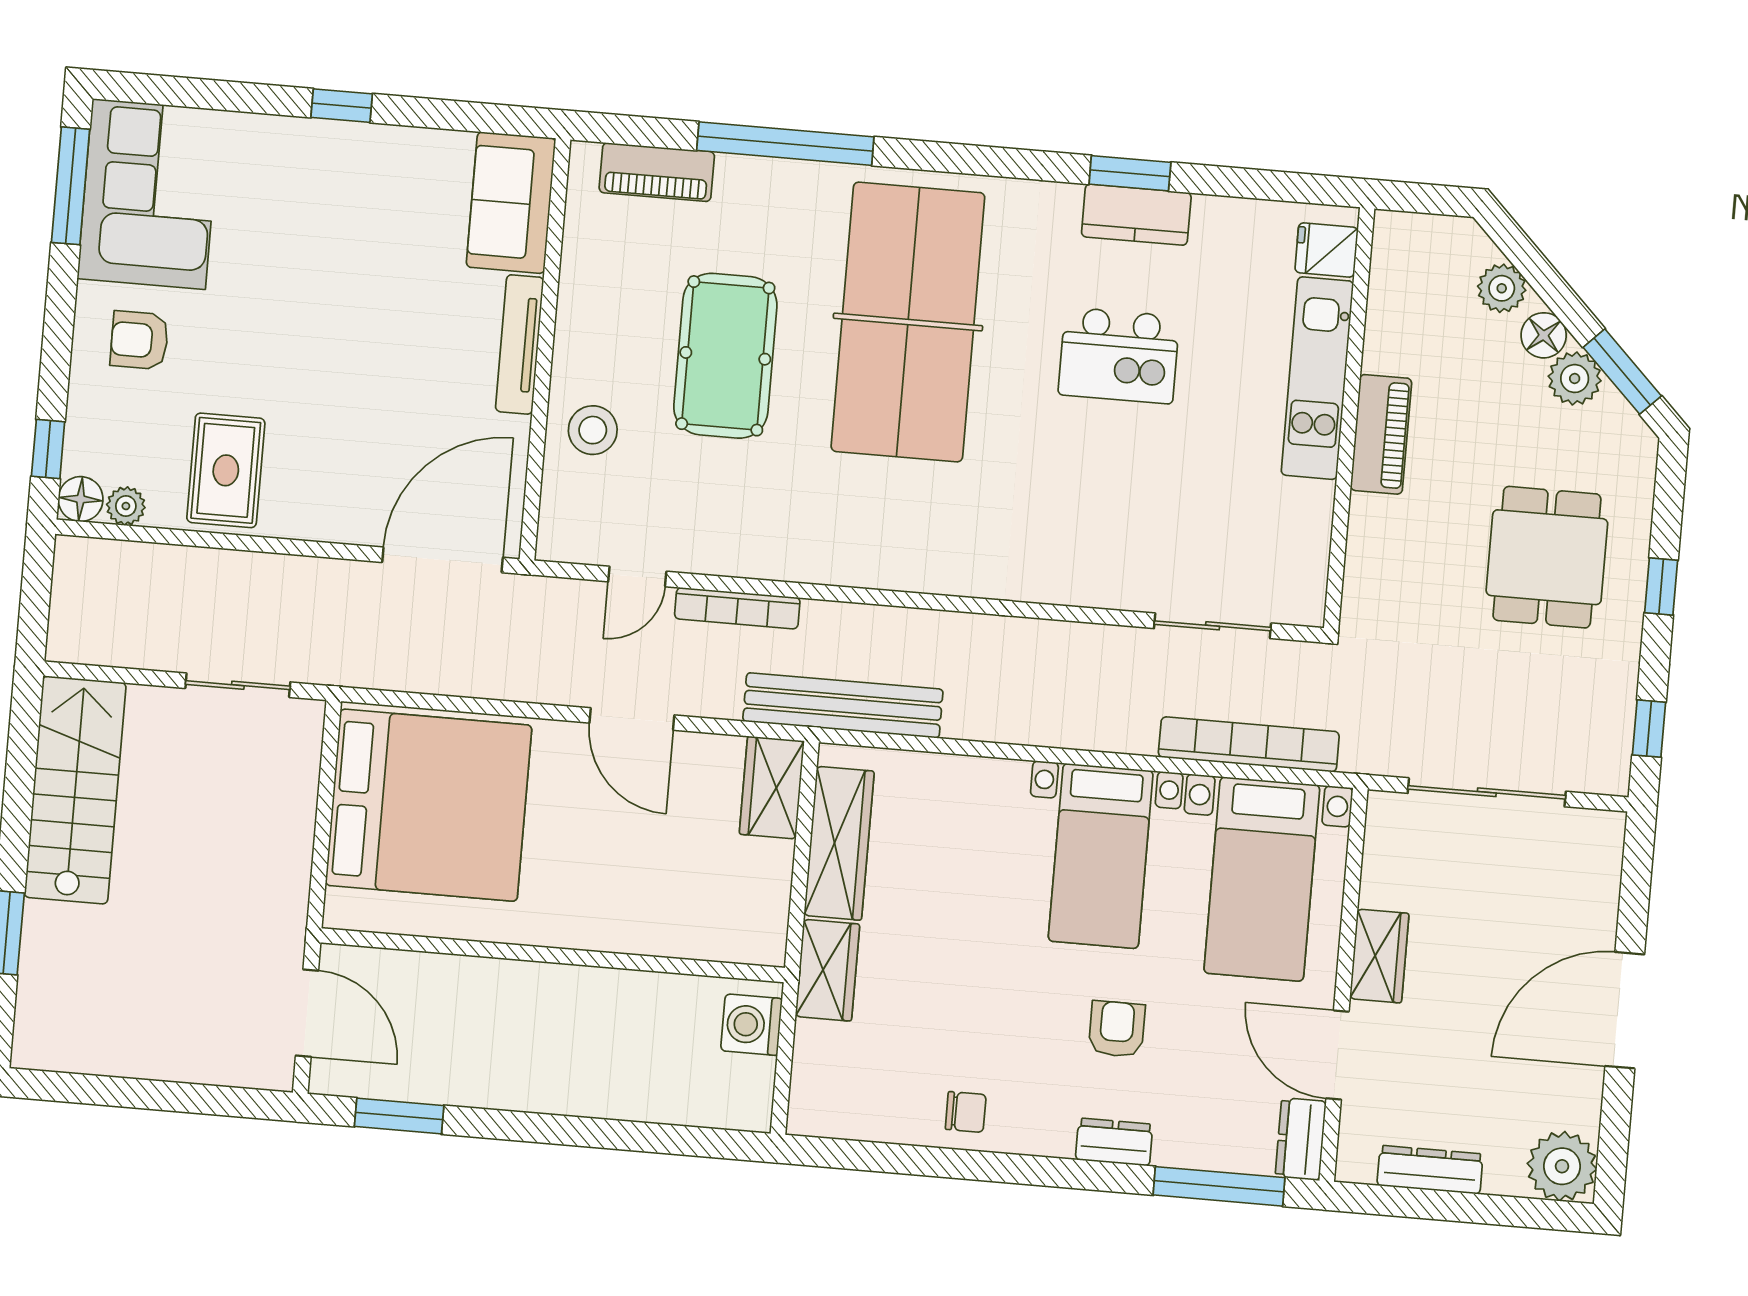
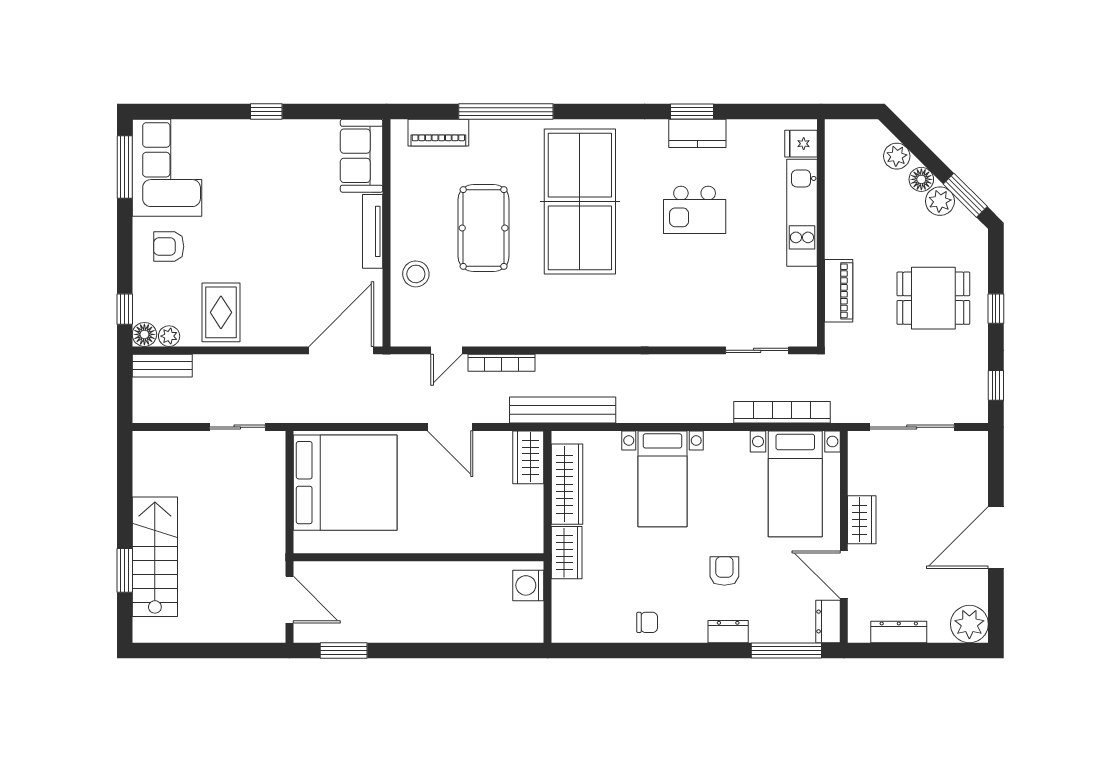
piano: (1381, 434) -> (839, 291), moved
dining table: (1547, 557) -> (933, 298), turned 90
bench: (109, 560) -> (162, 366), added
stairs: (75, 790) -> (155, 557), moved
bed with nightstands: (1101, 856) -> (662, 479), moved

